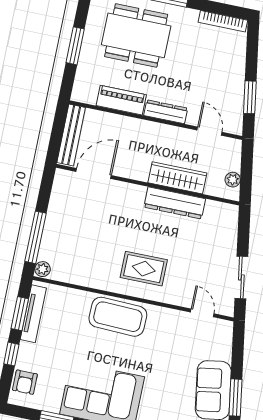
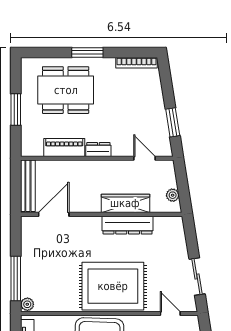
dresser: (166, 112) -> (98, 150), width x0.70
rug: (144, 269) -> (113, 286), width x1.86, depth x2.06

